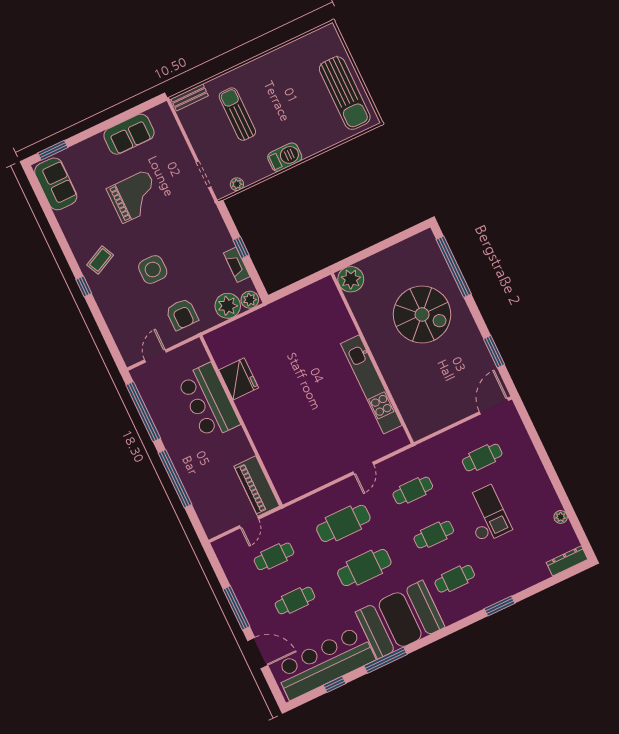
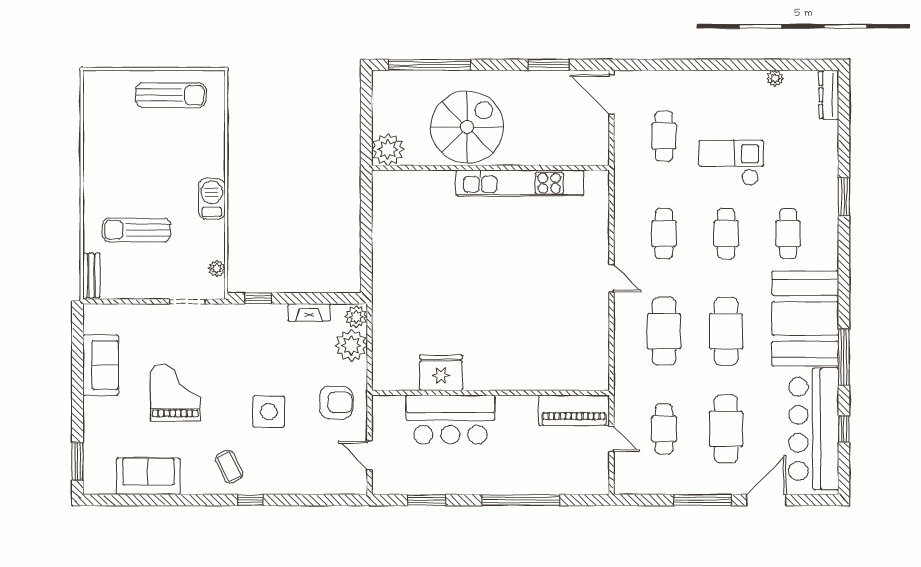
sun lounger: (345, 93) -> (171, 95), width x0.73, depth x0.75
sofa: (56, 184) -> (148, 476), moved
window: (241, 248) -> (258, 298), moved
plant: (351, 279) -> (388, 149), moved
wall: (372, 358) -> (490, 168), moved
kitchen unit: (371, 384) -> (520, 183), moved
window: (143, 412) -> (427, 500), width x0.47
cafe table: (295, 601) -> (726, 429), width x1.37, depth x1.35

